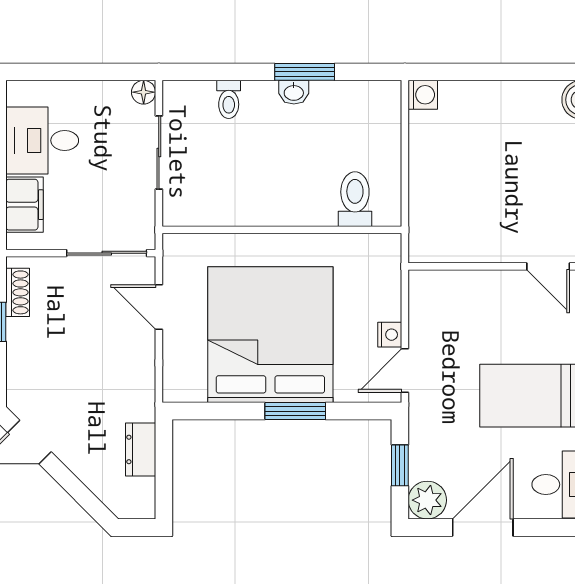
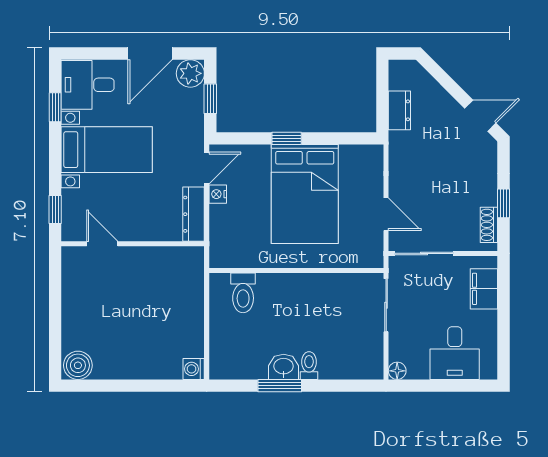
washbasin: (294, 92) -> (284, 367), width x1.38, depth x1.45
toilet: (229, 99) -> (309, 366), moved
desk: (42, 140) -> (455, 353), moved, turned 90
sliding door: (159, 152) -> (386, 305), moved
dresser: (423, 307) -> (194, 214), added
bed: (270, 335) -> (305, 194), width x0.73
window: (295, 411) -> (287, 138), width x0.67

